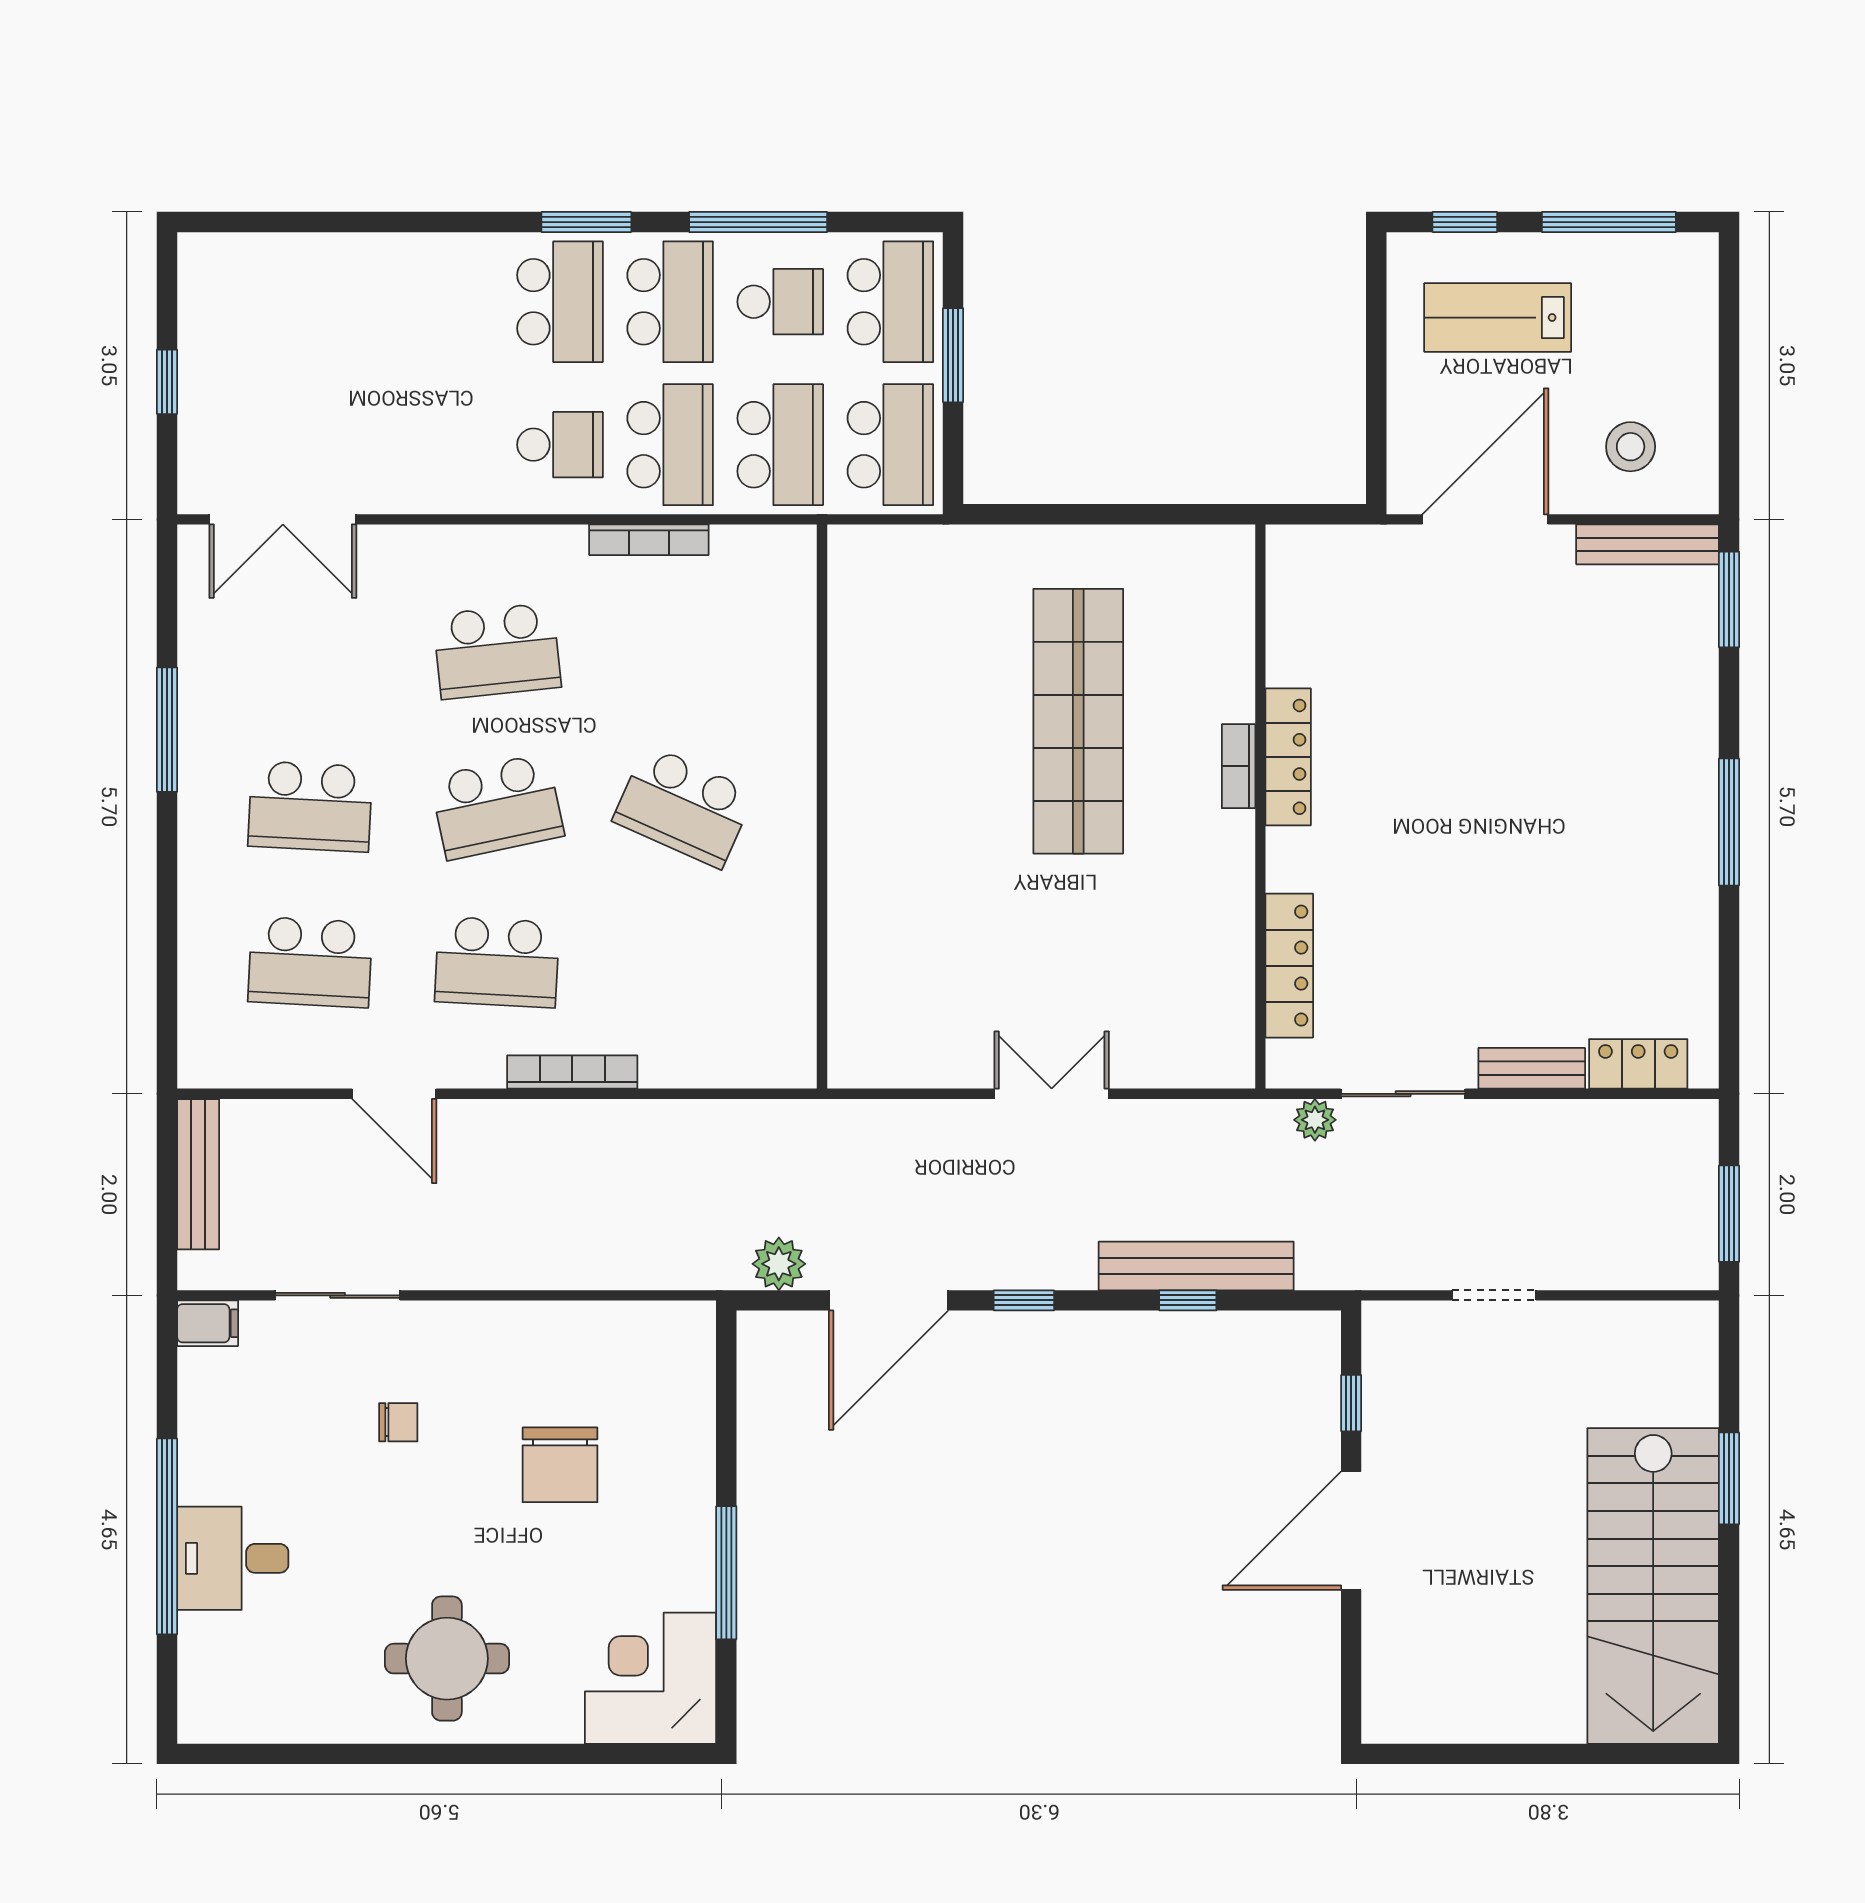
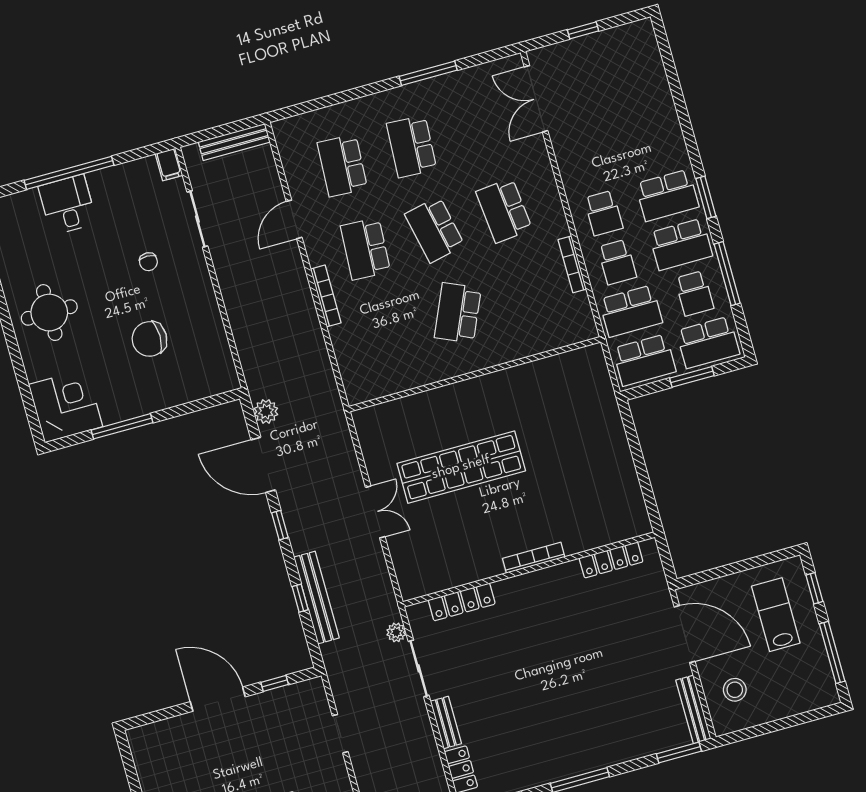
school desk: (670, 445) -> (617, 262), width x0.54
shop shelf: (1078, 721) -> (461, 467), moved
locker: (1288, 757) -> (611, 560), moved
bookcase: (1239, 766) -> (534, 558), width x1.56

